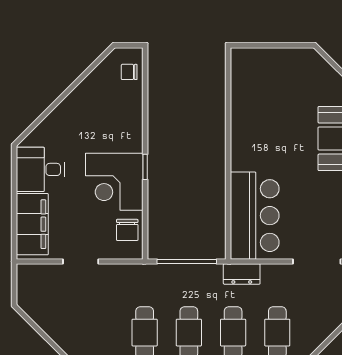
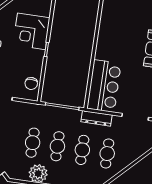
corner desk: (114, 182) -> (31, 31), moved
dresser: (242, 274) -> (96, 118), width x1.44

